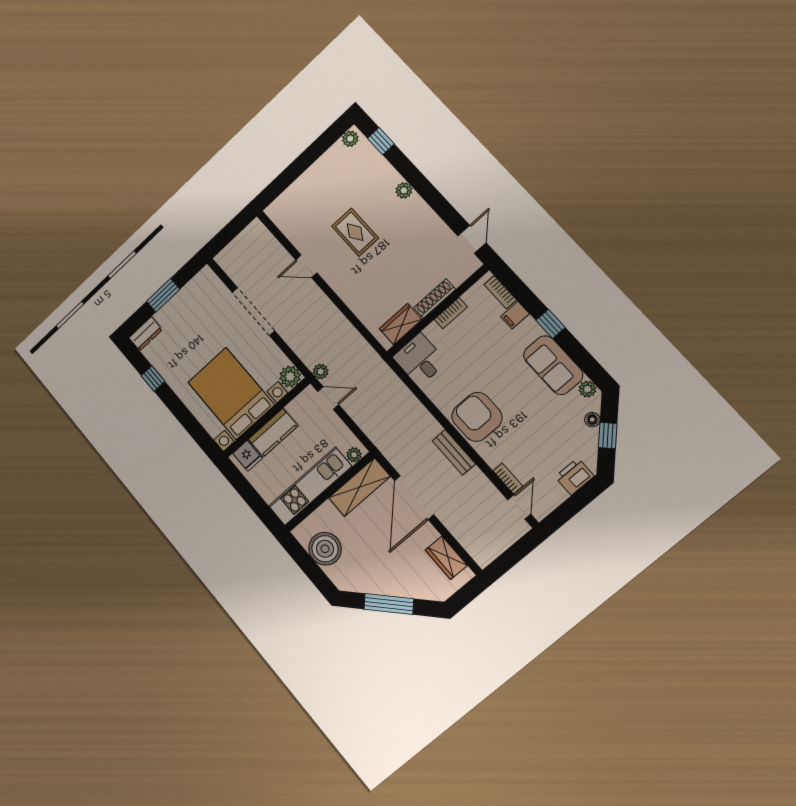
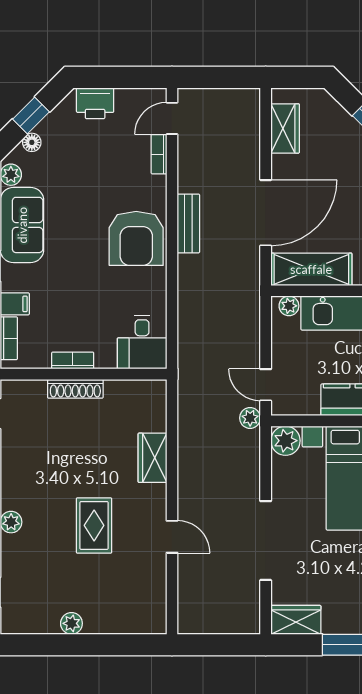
plant: (350, 139) -> (71, 623), moved
wardrobe: (200, 284) -> (296, 620), added
wardrobe: (401, 324) -> (152, 458), moved, turned 90

